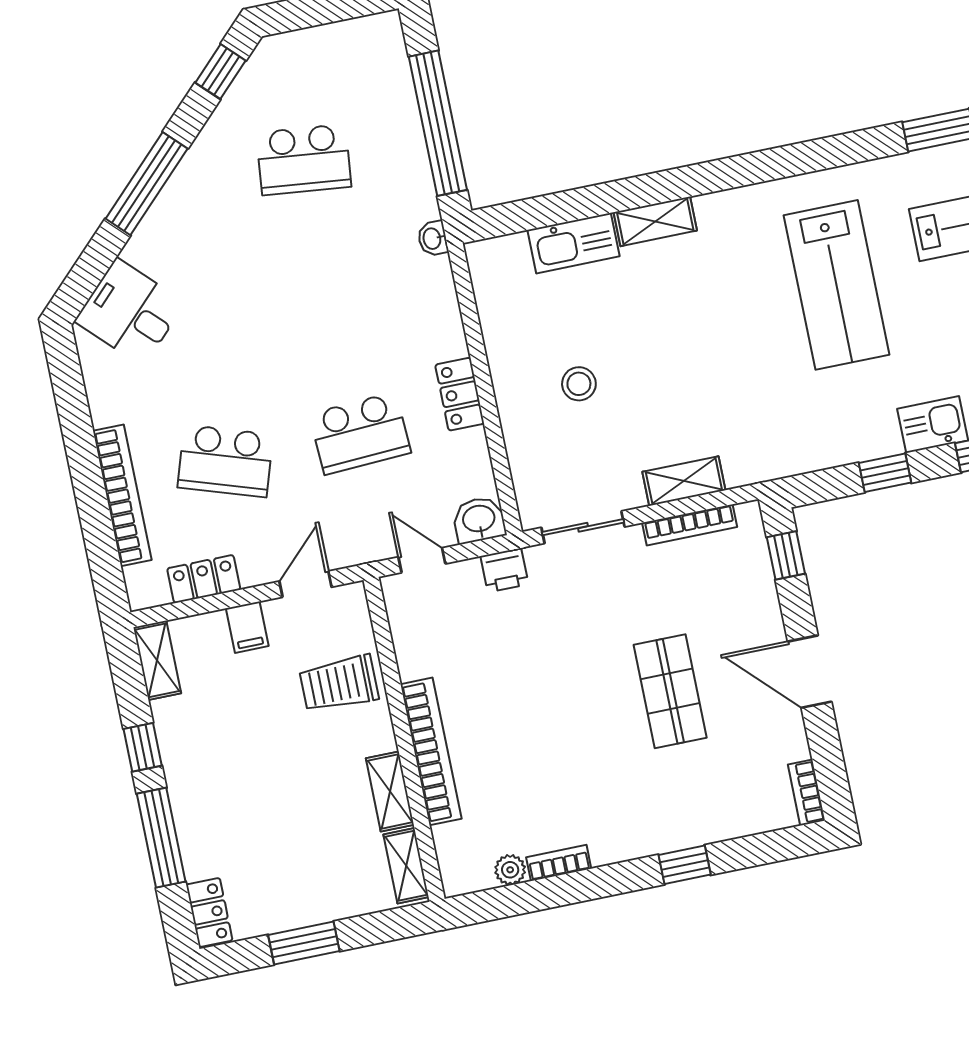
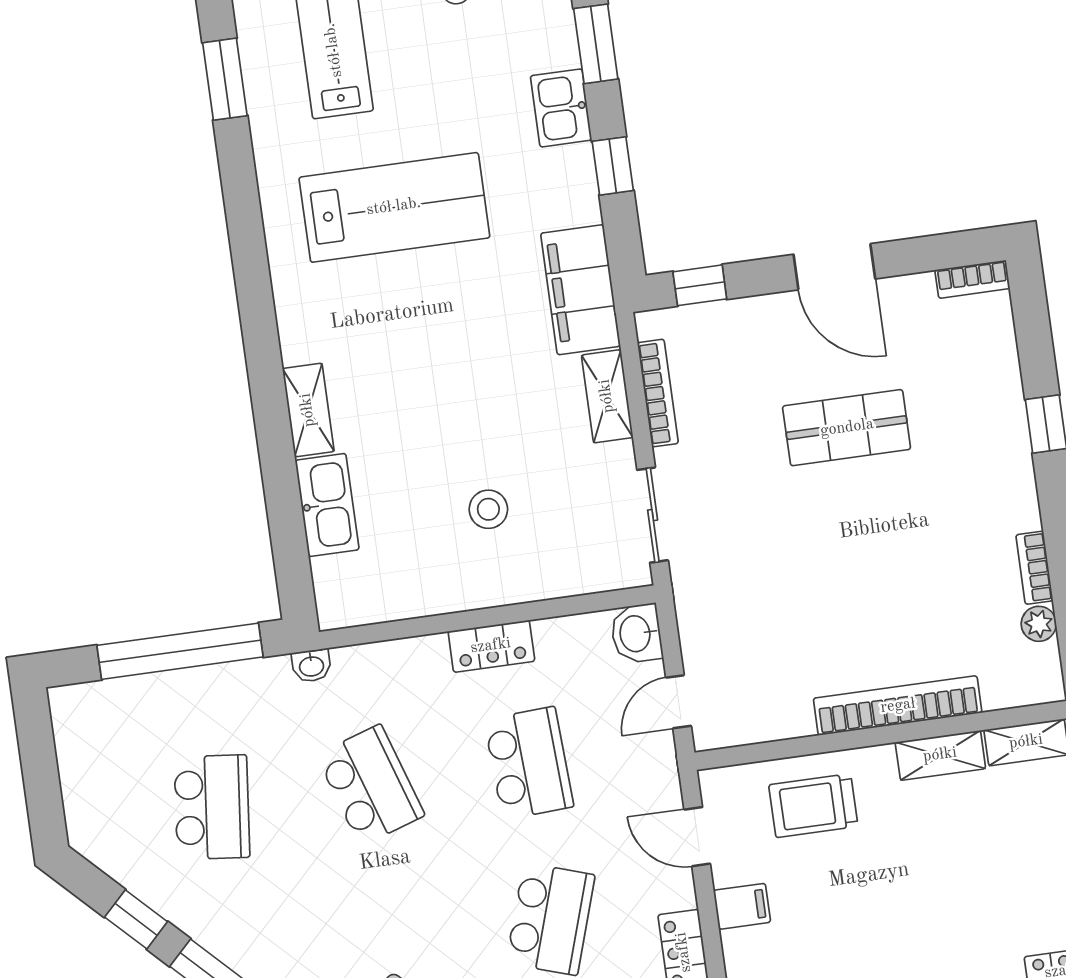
window: (220, 72) -> (136, 919), moved
school desk: (332, 297) -> (370, 785), added
filing cabinet: (775, 452) -> (580, 290), added
printer: (504, 570) -> (696, 608), removed
door: (810, 672) -> (834, 267), hinge flipped
trolley: (339, 684) -> (813, 806), turned 90

